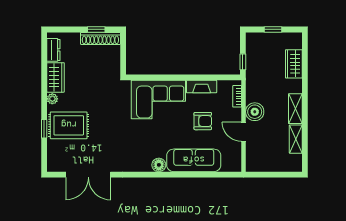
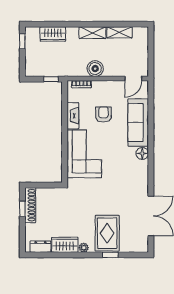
window: (273, 29) -> (22, 41), moved
door: (244, 132) -> (133, 78), moved

